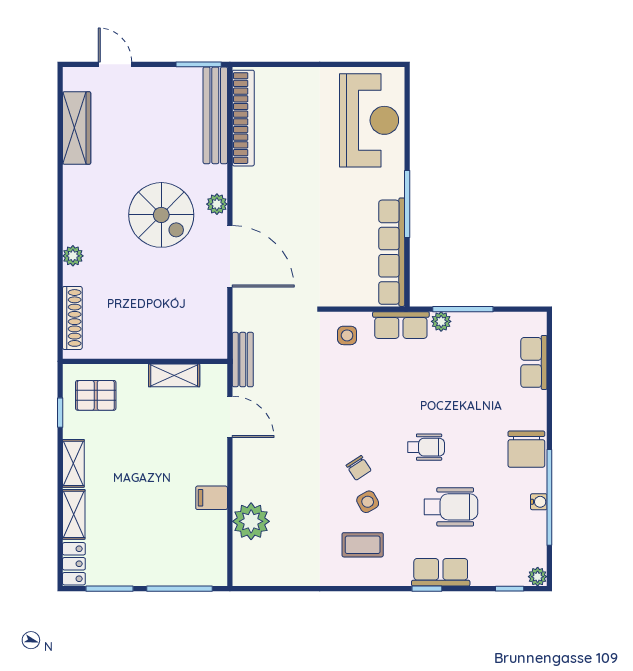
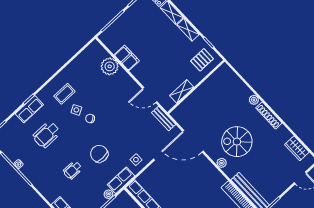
wardrobe: (77, 128) -> (297, 148), width x0.67
door: (230, 256) -> (193, 141), moved
shoe rack: (72, 318) -> (269, 115), moved
wheelchair: (426, 447) -> (73, 170), moved
chair: (526, 449) -> (99, 154), moved
filing cabinet: (212, 498) -> (127, 58), width x2.00

